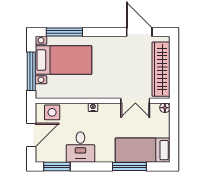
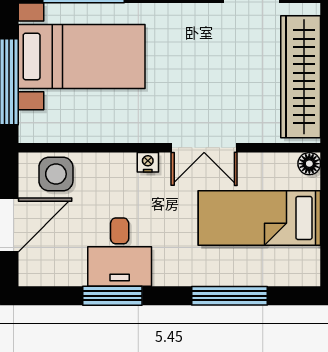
double door: (135, 101) -> (204, 148), moved
bed: (143, 150) -> (259, 218), moved
window: (57, 167) -> (112, 296), moved

